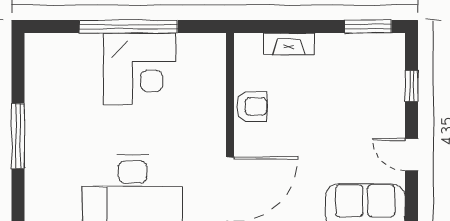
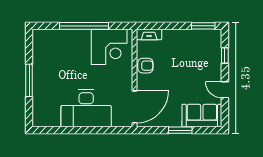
fireplace: (289, 44) -> (149, 34), moved
corner desk: (139, 69) -> (109, 47), moved

